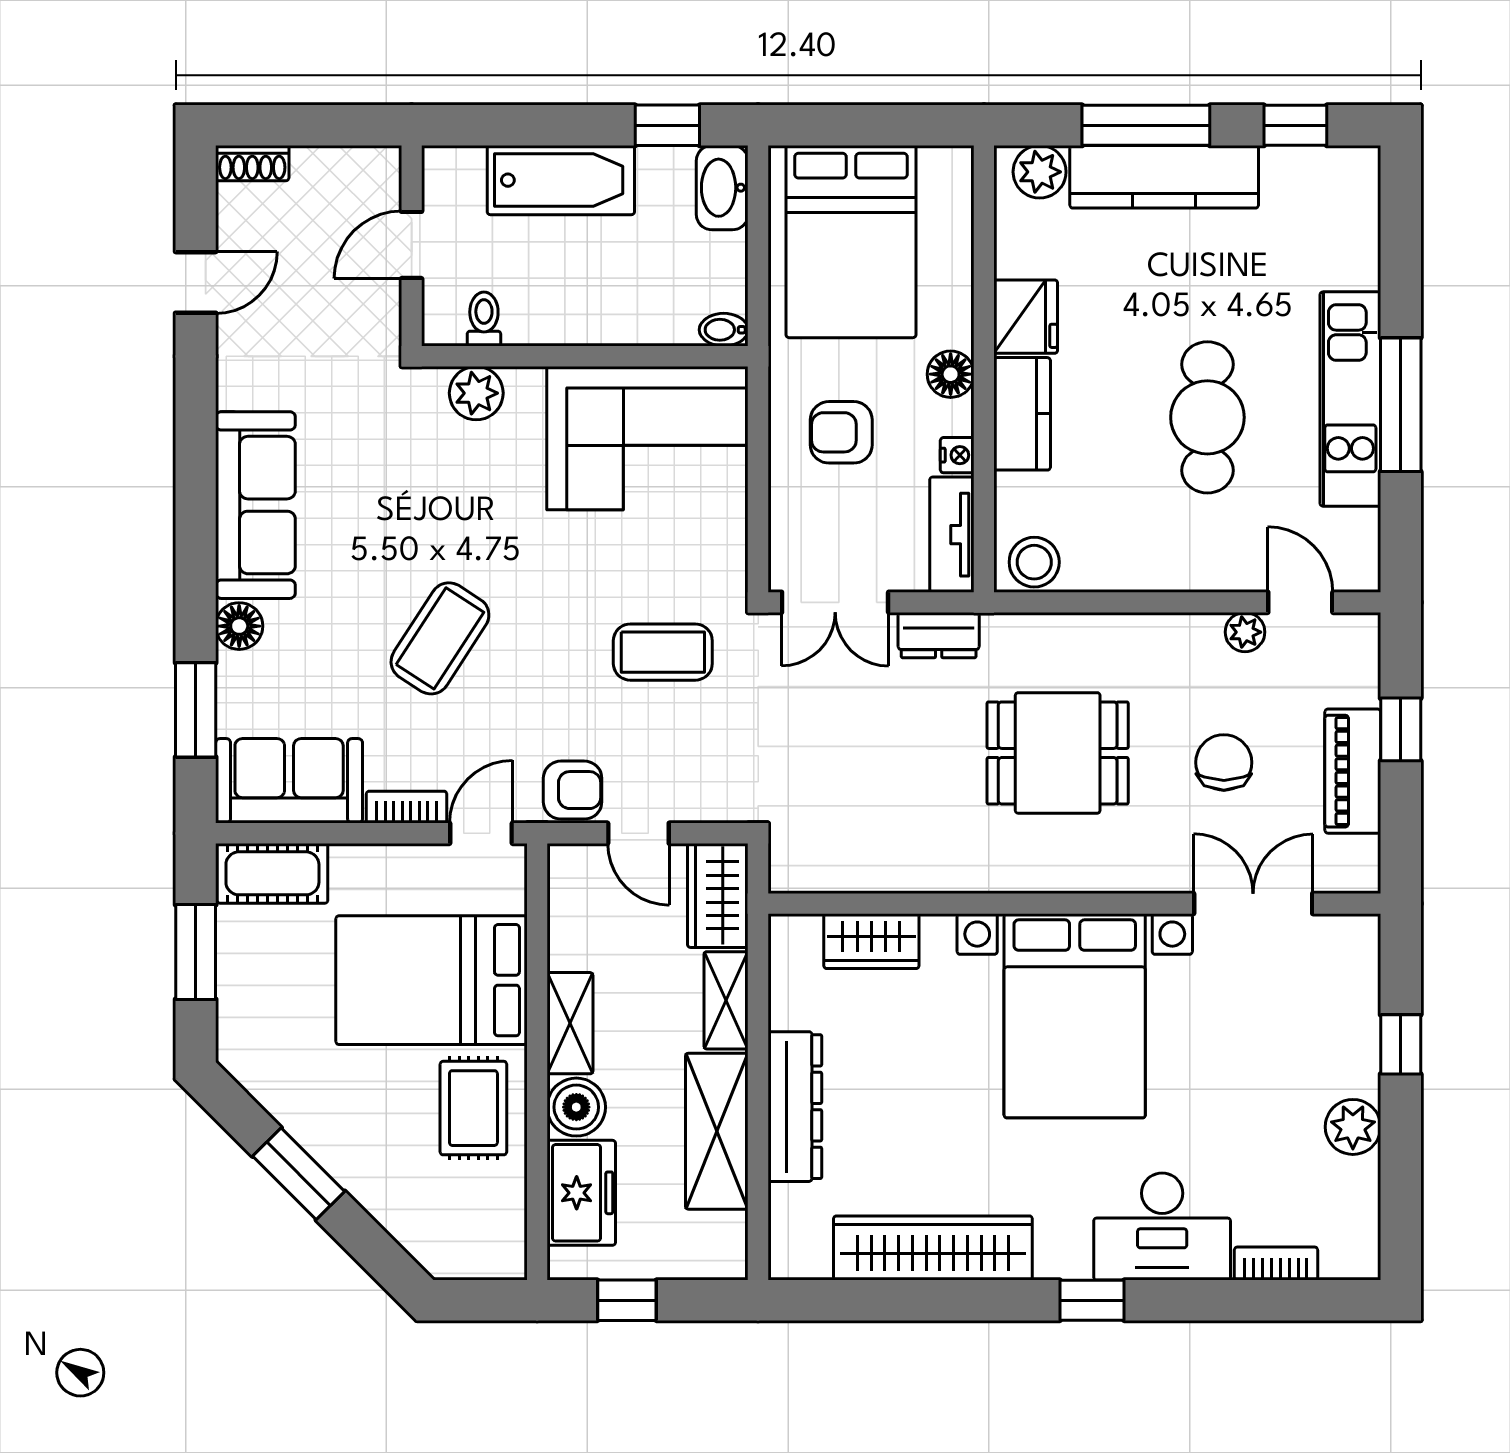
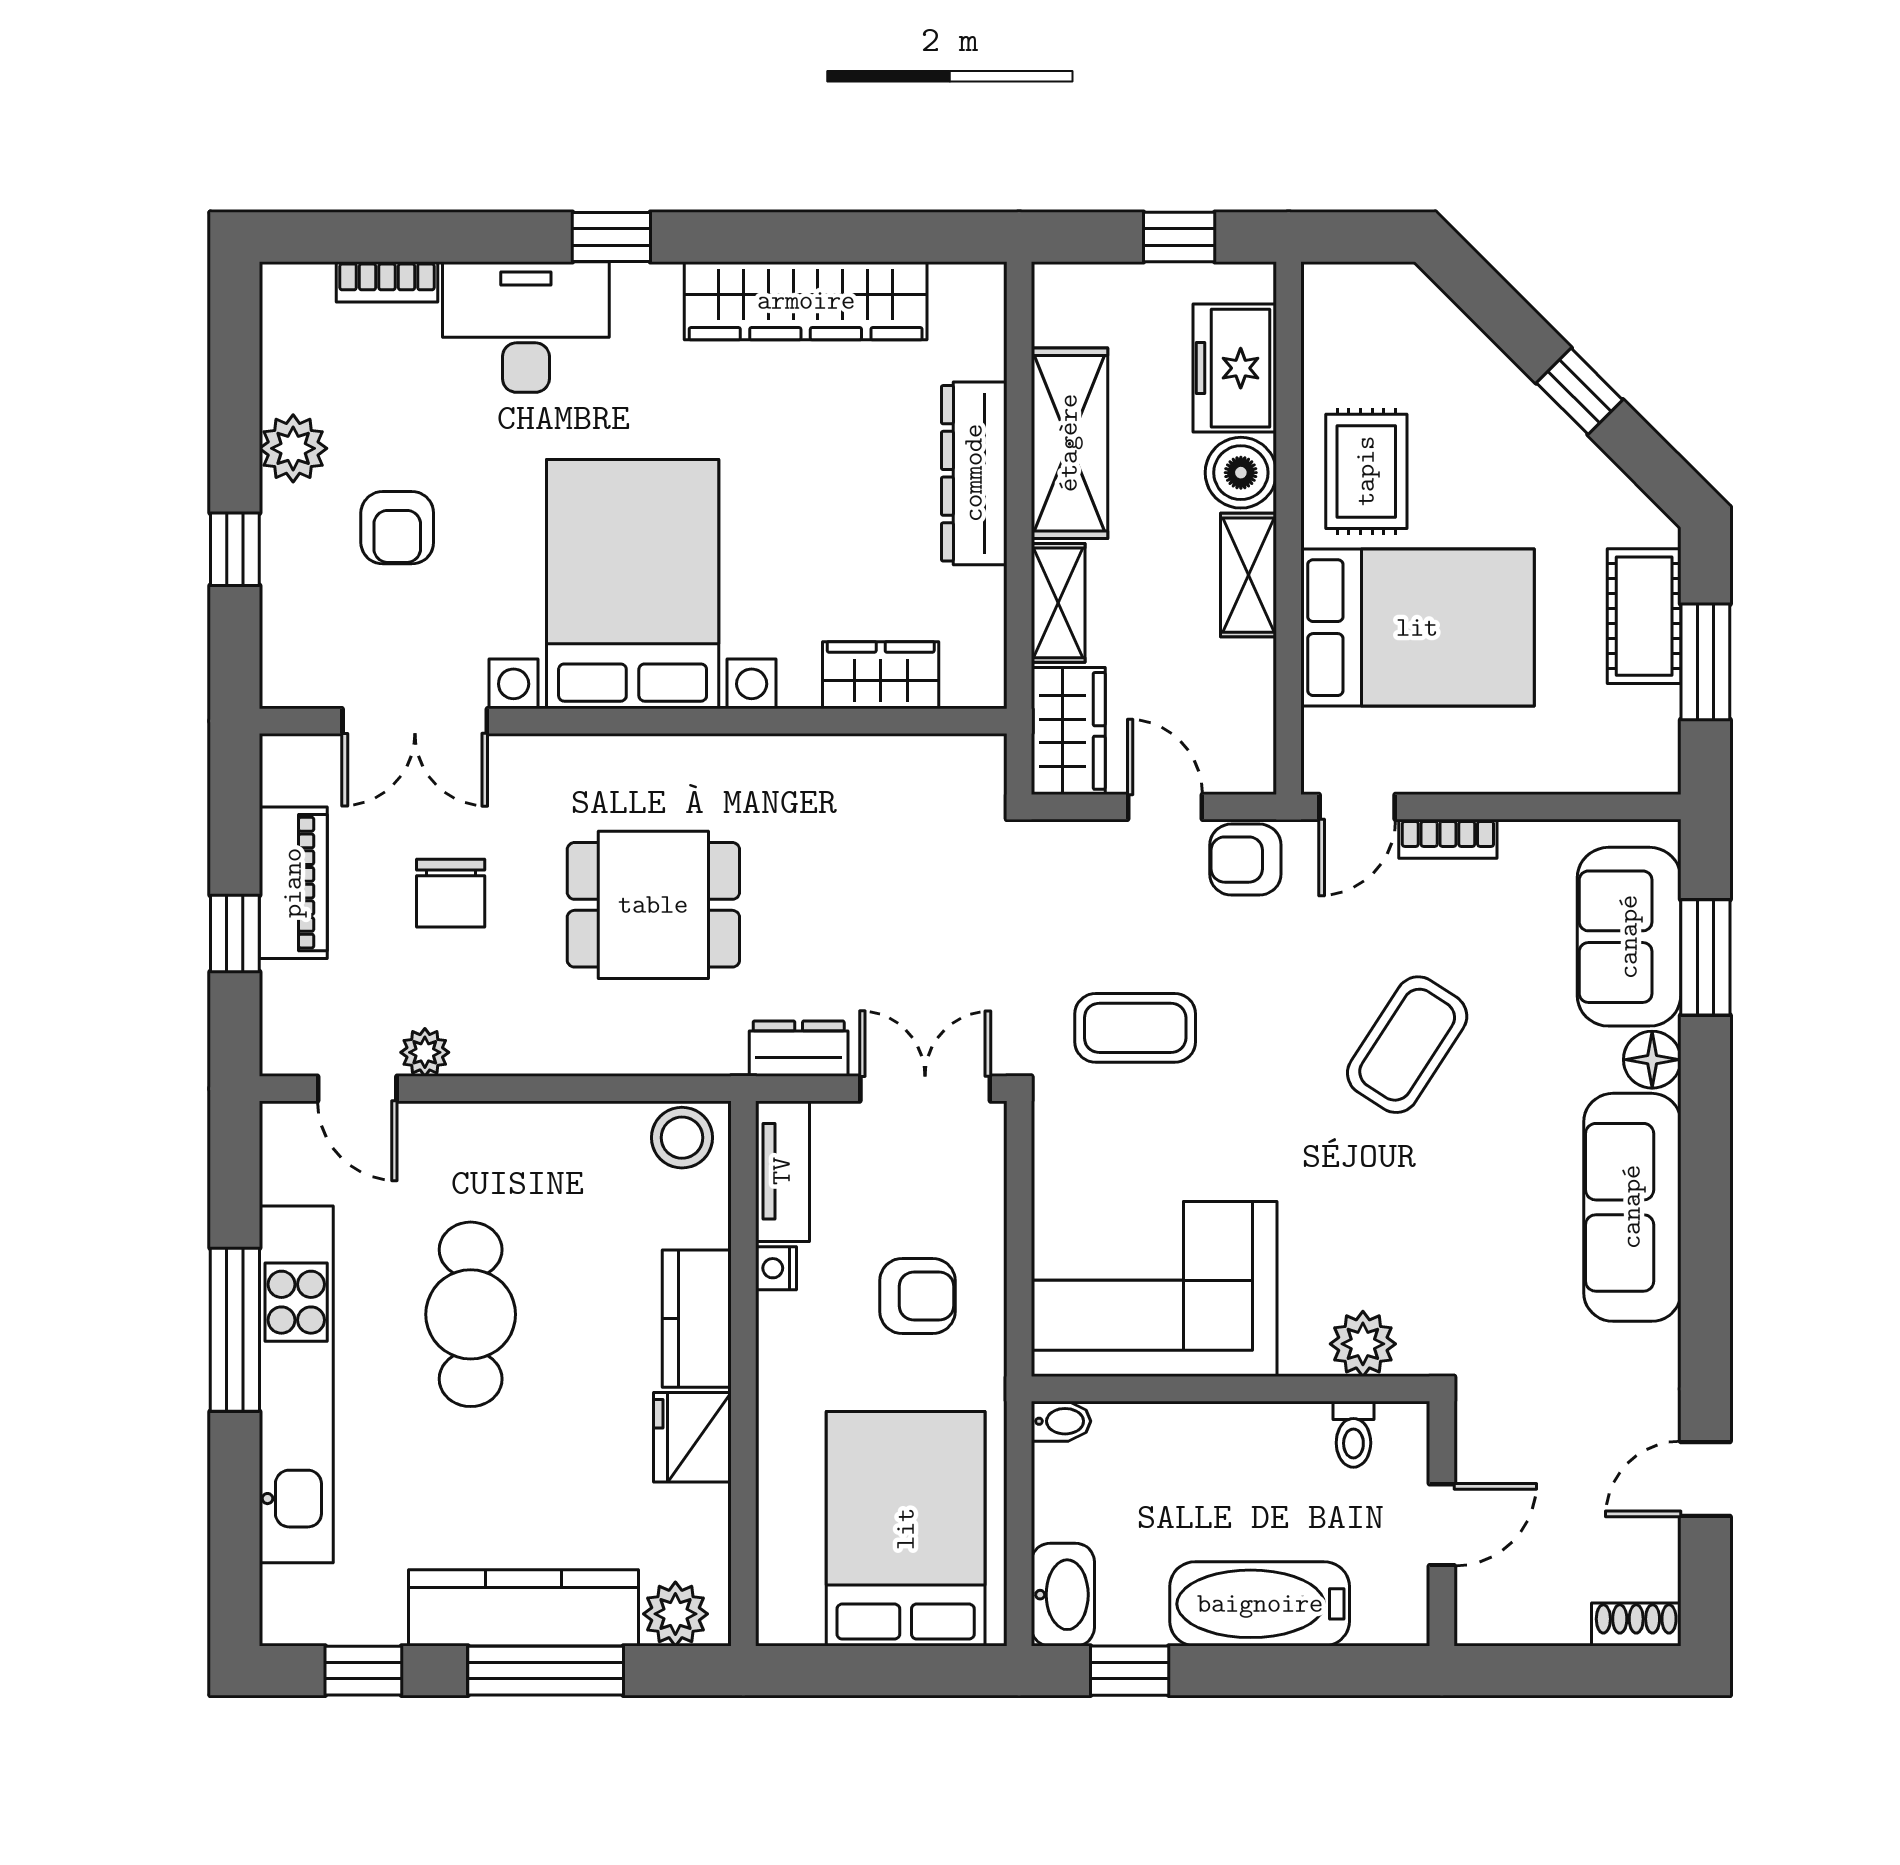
floor lamp: (951, 374) -> (784, 1367), removed
kitchen unit: (1350, 399) -> (296, 1384), width x1.36
sofa: (289, 781) -> (1629, 937), moved, turned 90
cot: (272, 873) -> (1644, 616), moved, turned 90
armchair: (1268, 1062) -> (397, 528), added
window: (299, 1174) -> (1580, 391), width x0.67

